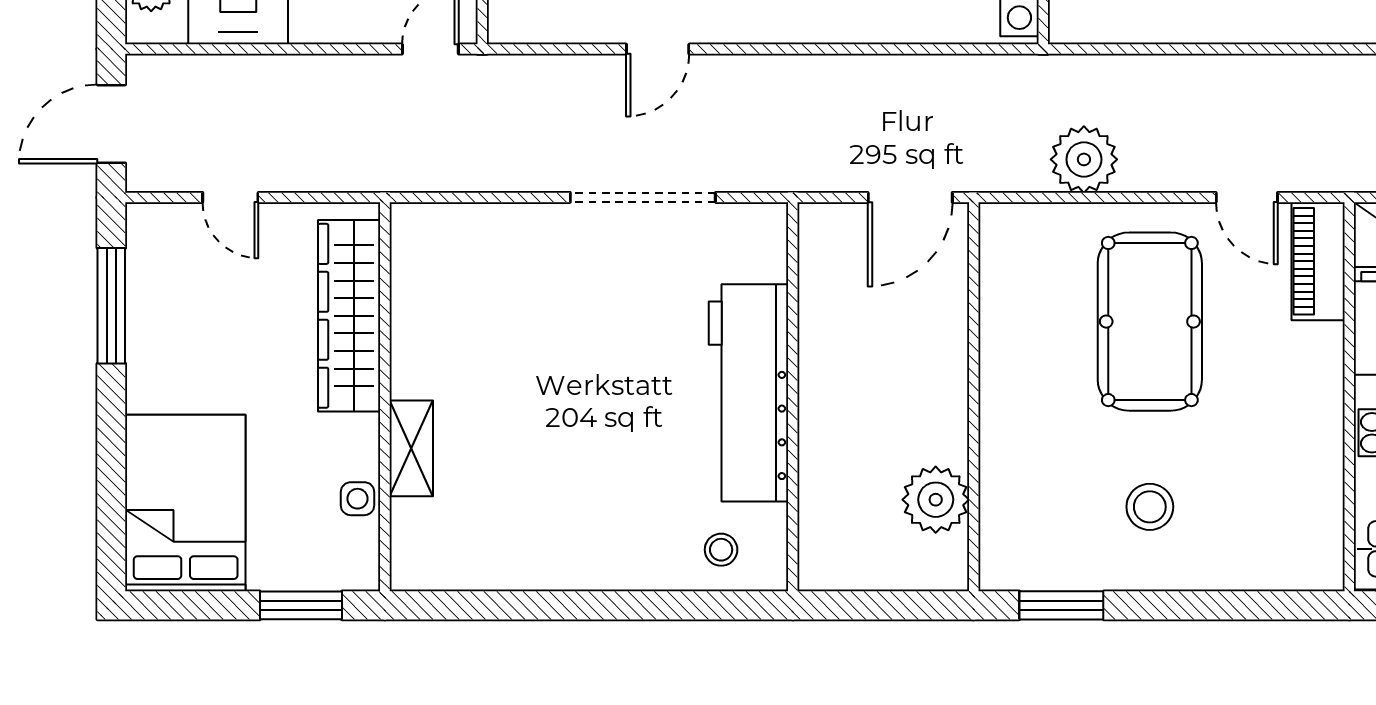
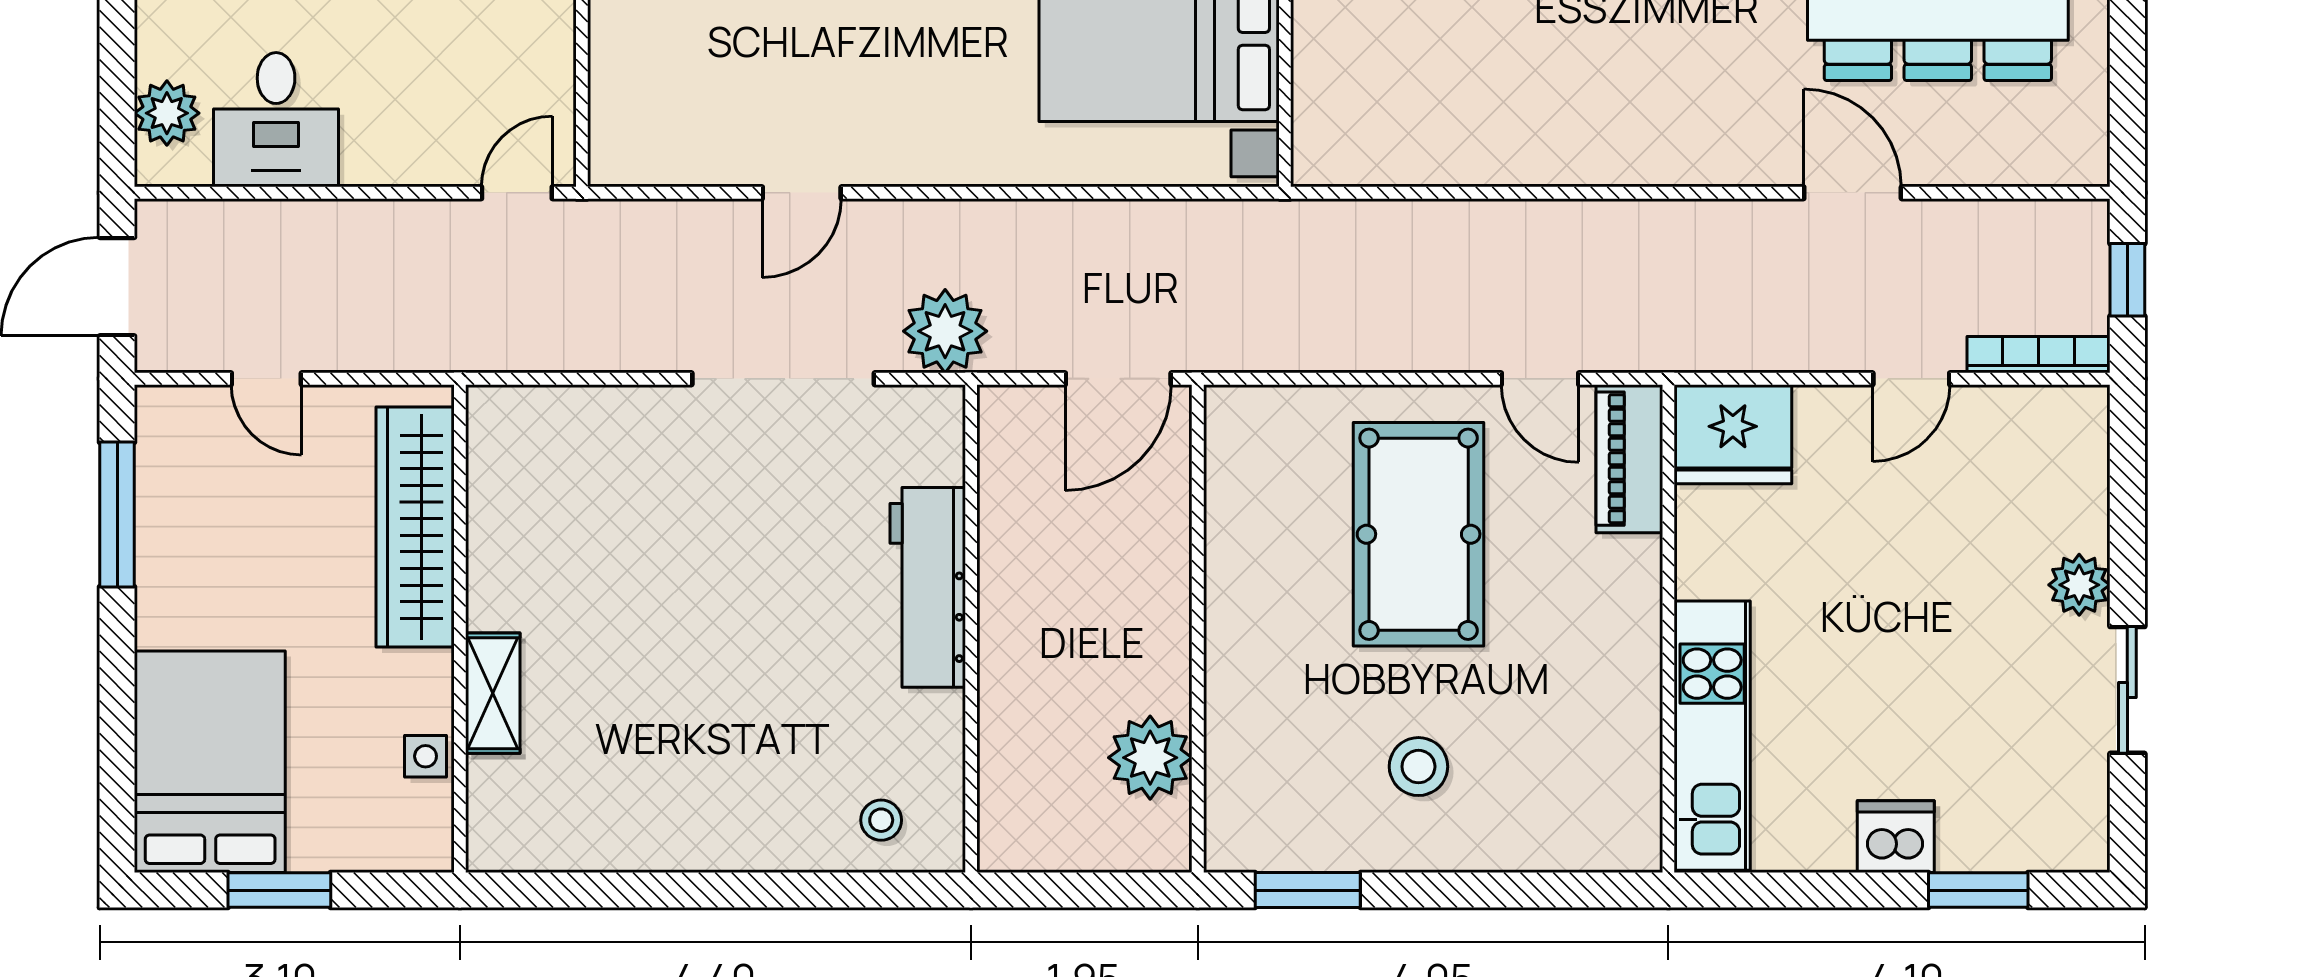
plant: (1084, 159) -> (945, 331), moved
workbench: (749, 393) -> (928, 587), width x0.73, depth x0.76
window: (301, 605) -> (279, 890), moved

